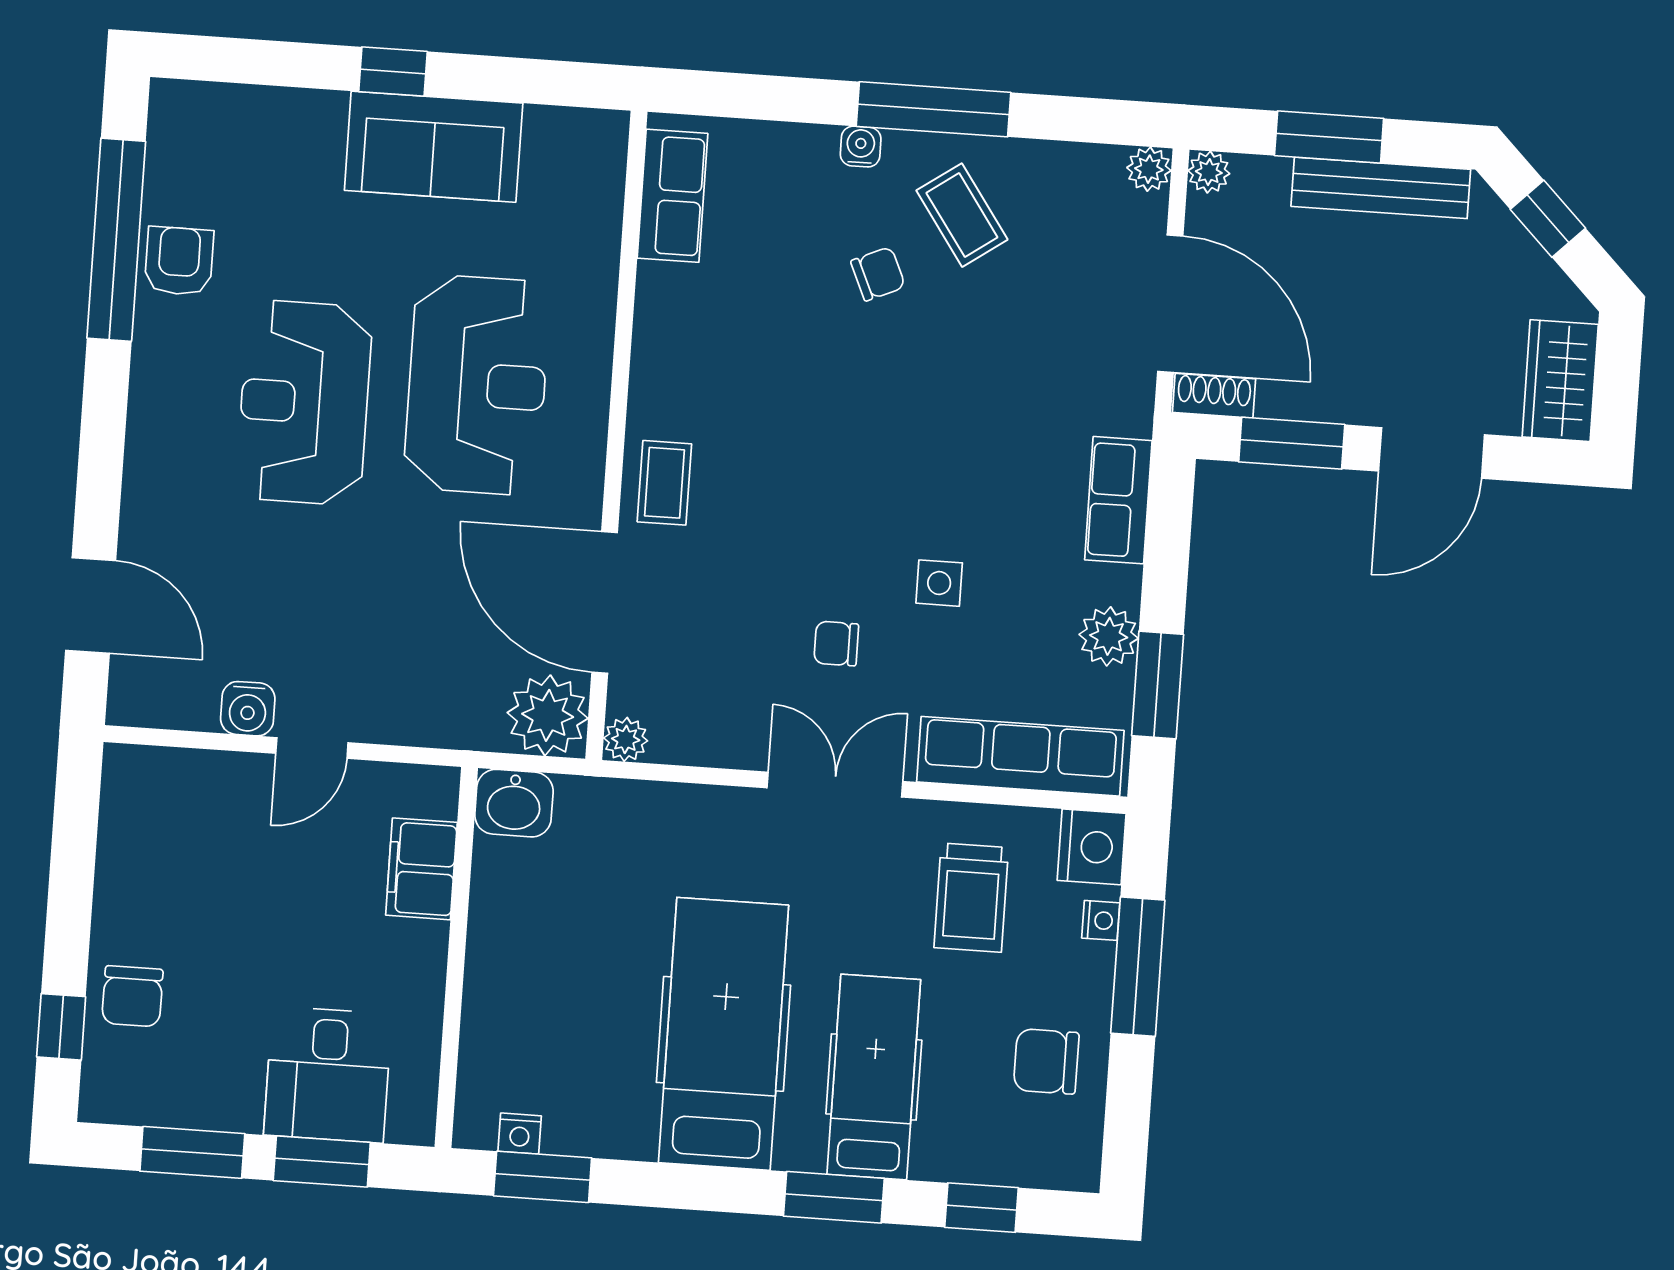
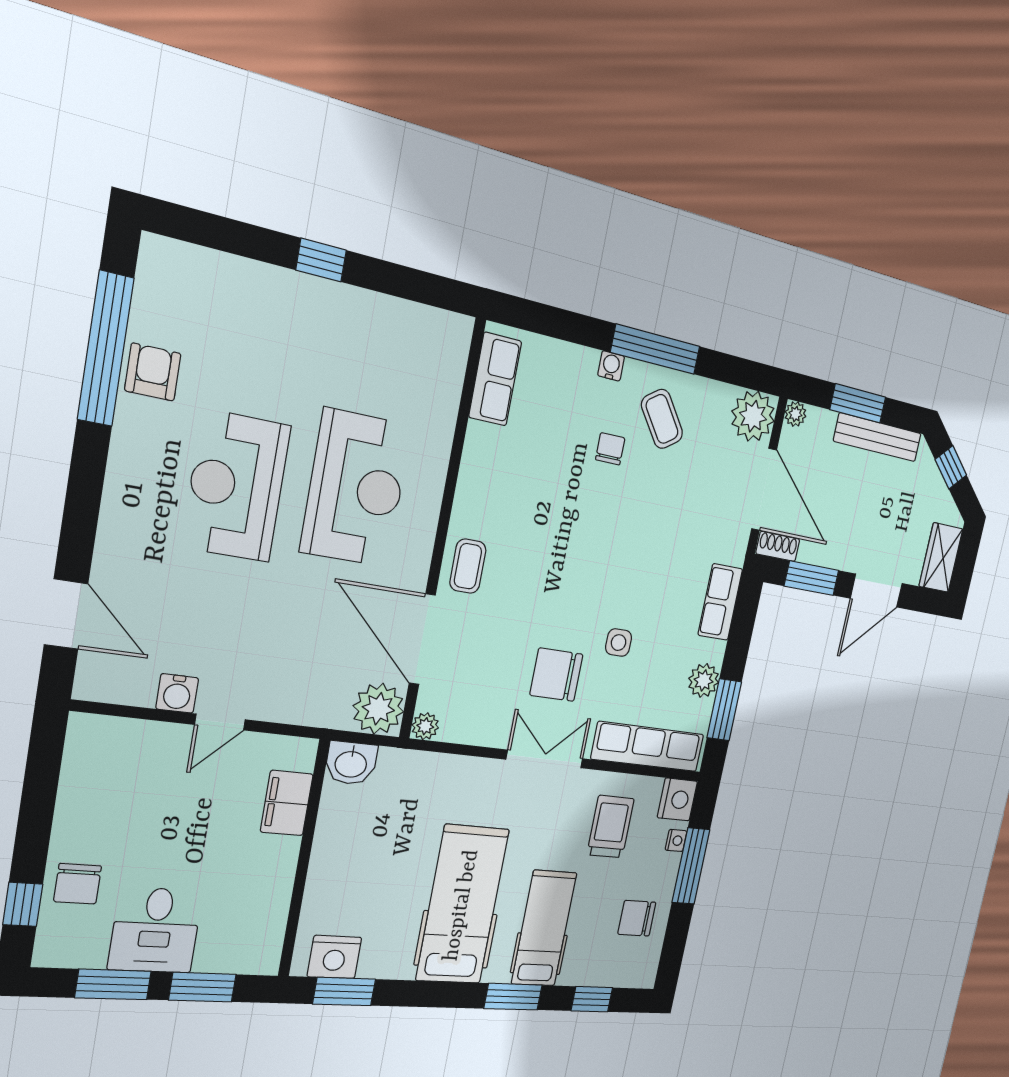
sofa: (434, 147) -> (344, 319), removed
plant: (1149, 169) -> (753, 416), width x1.87, depth x1.87
chair: (878, 274) -> (610, 449), turned -66
chair: (836, 644) -> (556, 675), width x1.87, depth x1.87
trolley: (971, 898) -> (611, 827), turned 180
desk: (328, 1074) -> (156, 930), moved
nightstand: (520, 1134) -> (334, 957), width x1.89, depth x1.79

